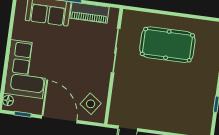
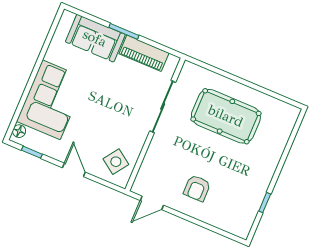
armchair: (160, 107) -> (197, 188), added
door: (59, 119) -> (74, 170), width x0.53

